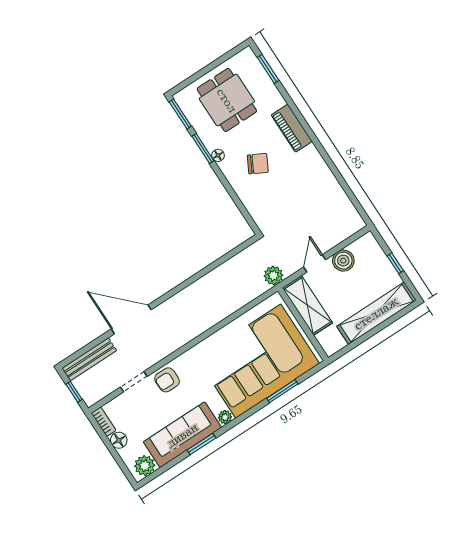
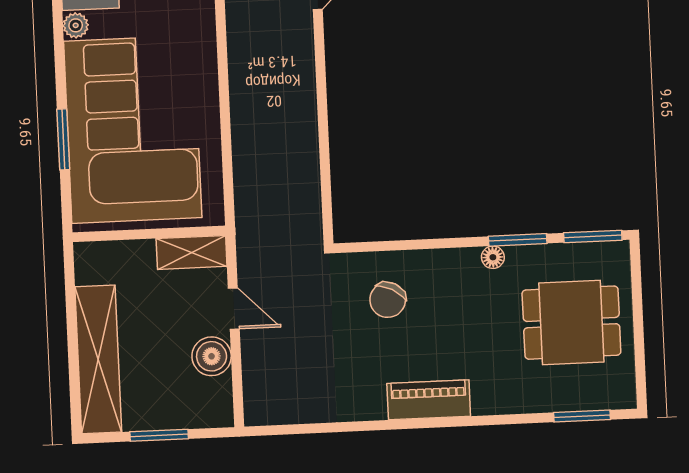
piano: (292, 128) -> (429, 400), moved
chair: (258, 164) -> (388, 300), moved
window: (395, 263) -> (159, 435), width x1.50
plant: (273, 276) -> (253, 233), removed
shelving: (307, 305) -> (192, 252), width x0.67, depth x0.75

